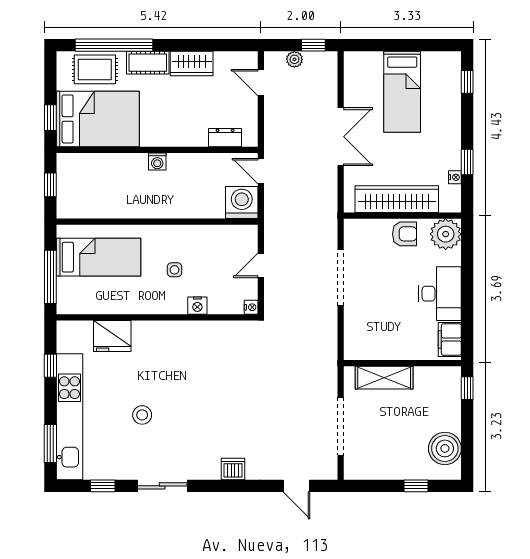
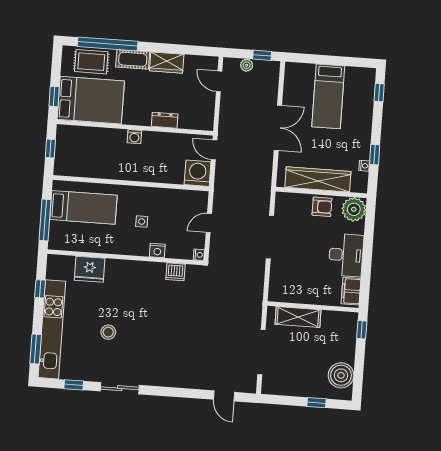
dresser: (225, 138) -> (165, 120), moved
dishwasher: (233, 469) -> (175, 272), moved, turned 180

